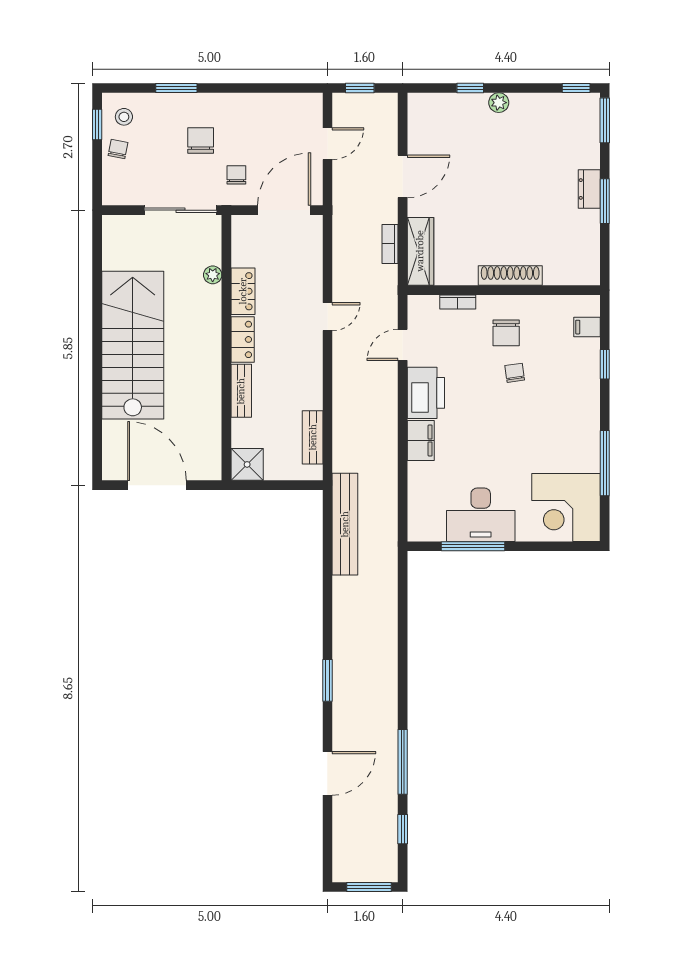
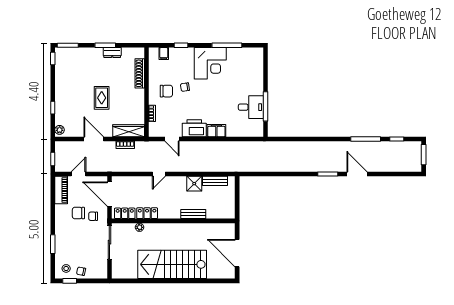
plant: (499, 103) -> (60, 130), moved
piano: (293, 106) -> (61, 190), added
chair: (201, 140) -> (78, 213), moved
door: (327, 144) -> (79, 174), hinge flipped
dresser: (589, 189) -> (112, 52), moved
rug: (492, 193) -> (102, 98), added
shoe rack: (510, 276) -> (140, 73), moved
door: (327, 317) -> (159, 174), swing flipped
locker: (243, 339) -> (125, 213), moved
shower: (247, 464) -> (194, 184), moved
door: (157, 485) -> (237, 253), hinge flipped
corner desk: (566, 507) -> (210, 63), moved
desk: (481, 515) -> (251, 107), width x0.73
bench: (345, 524) -> (255, 166), removed
door: (327, 773) -> (357, 174), moved

